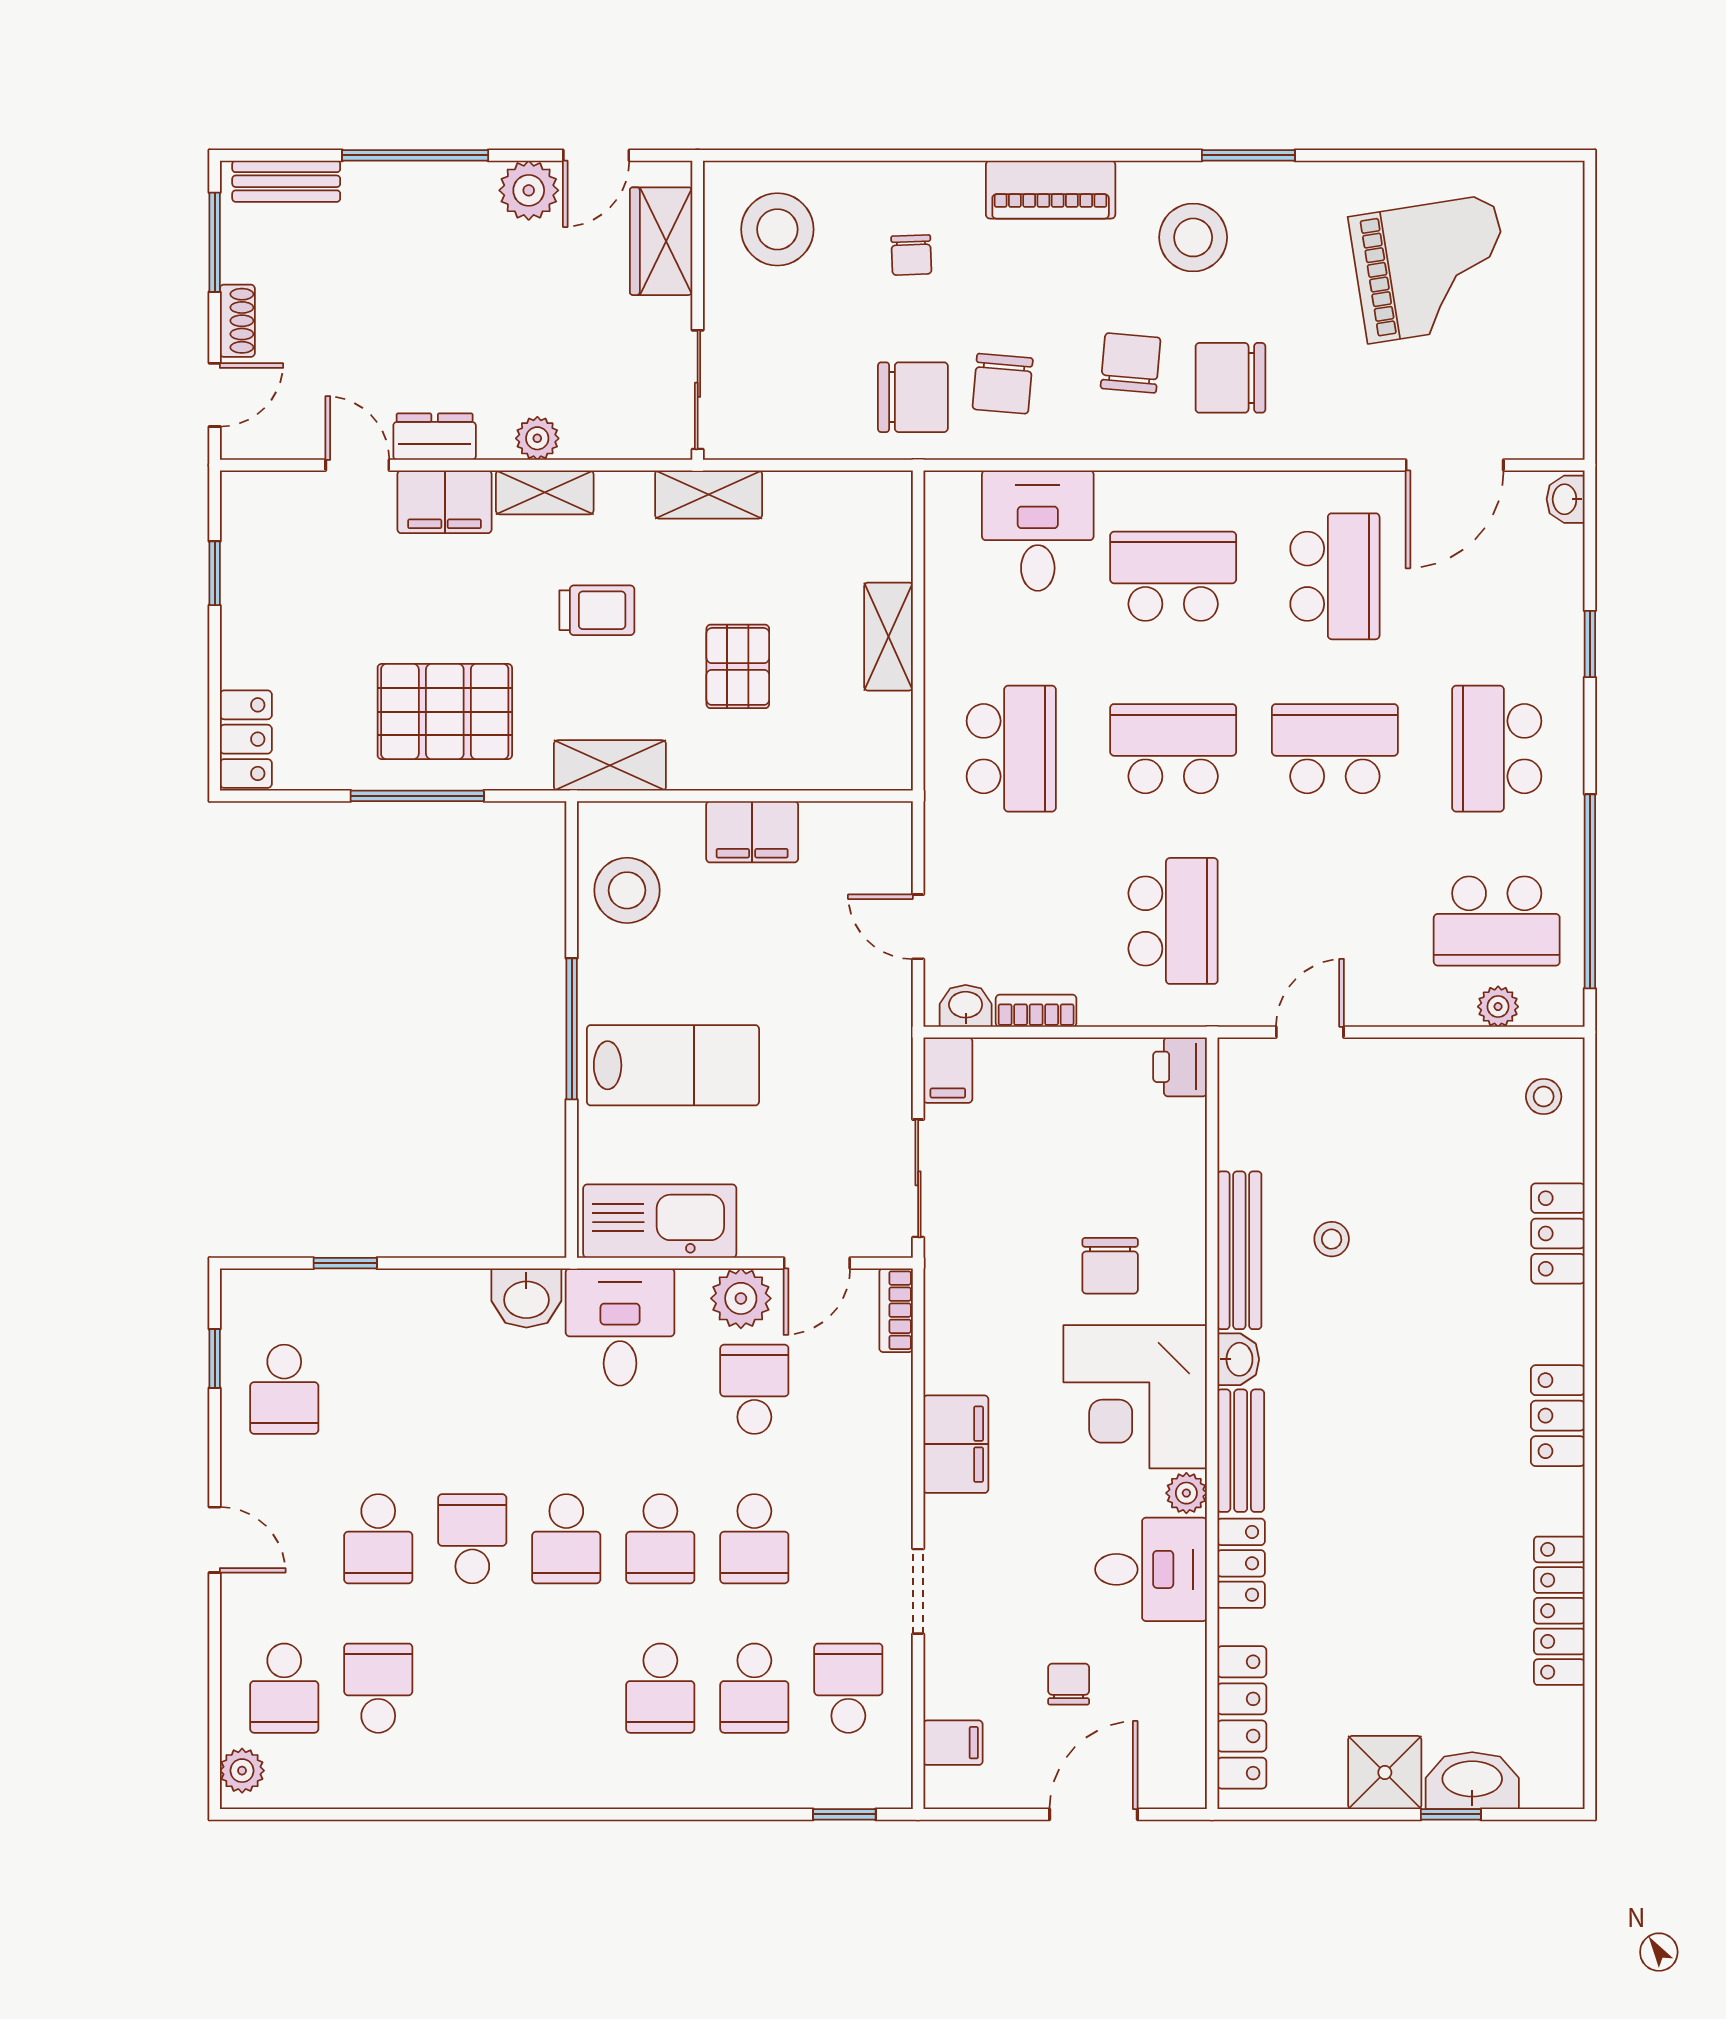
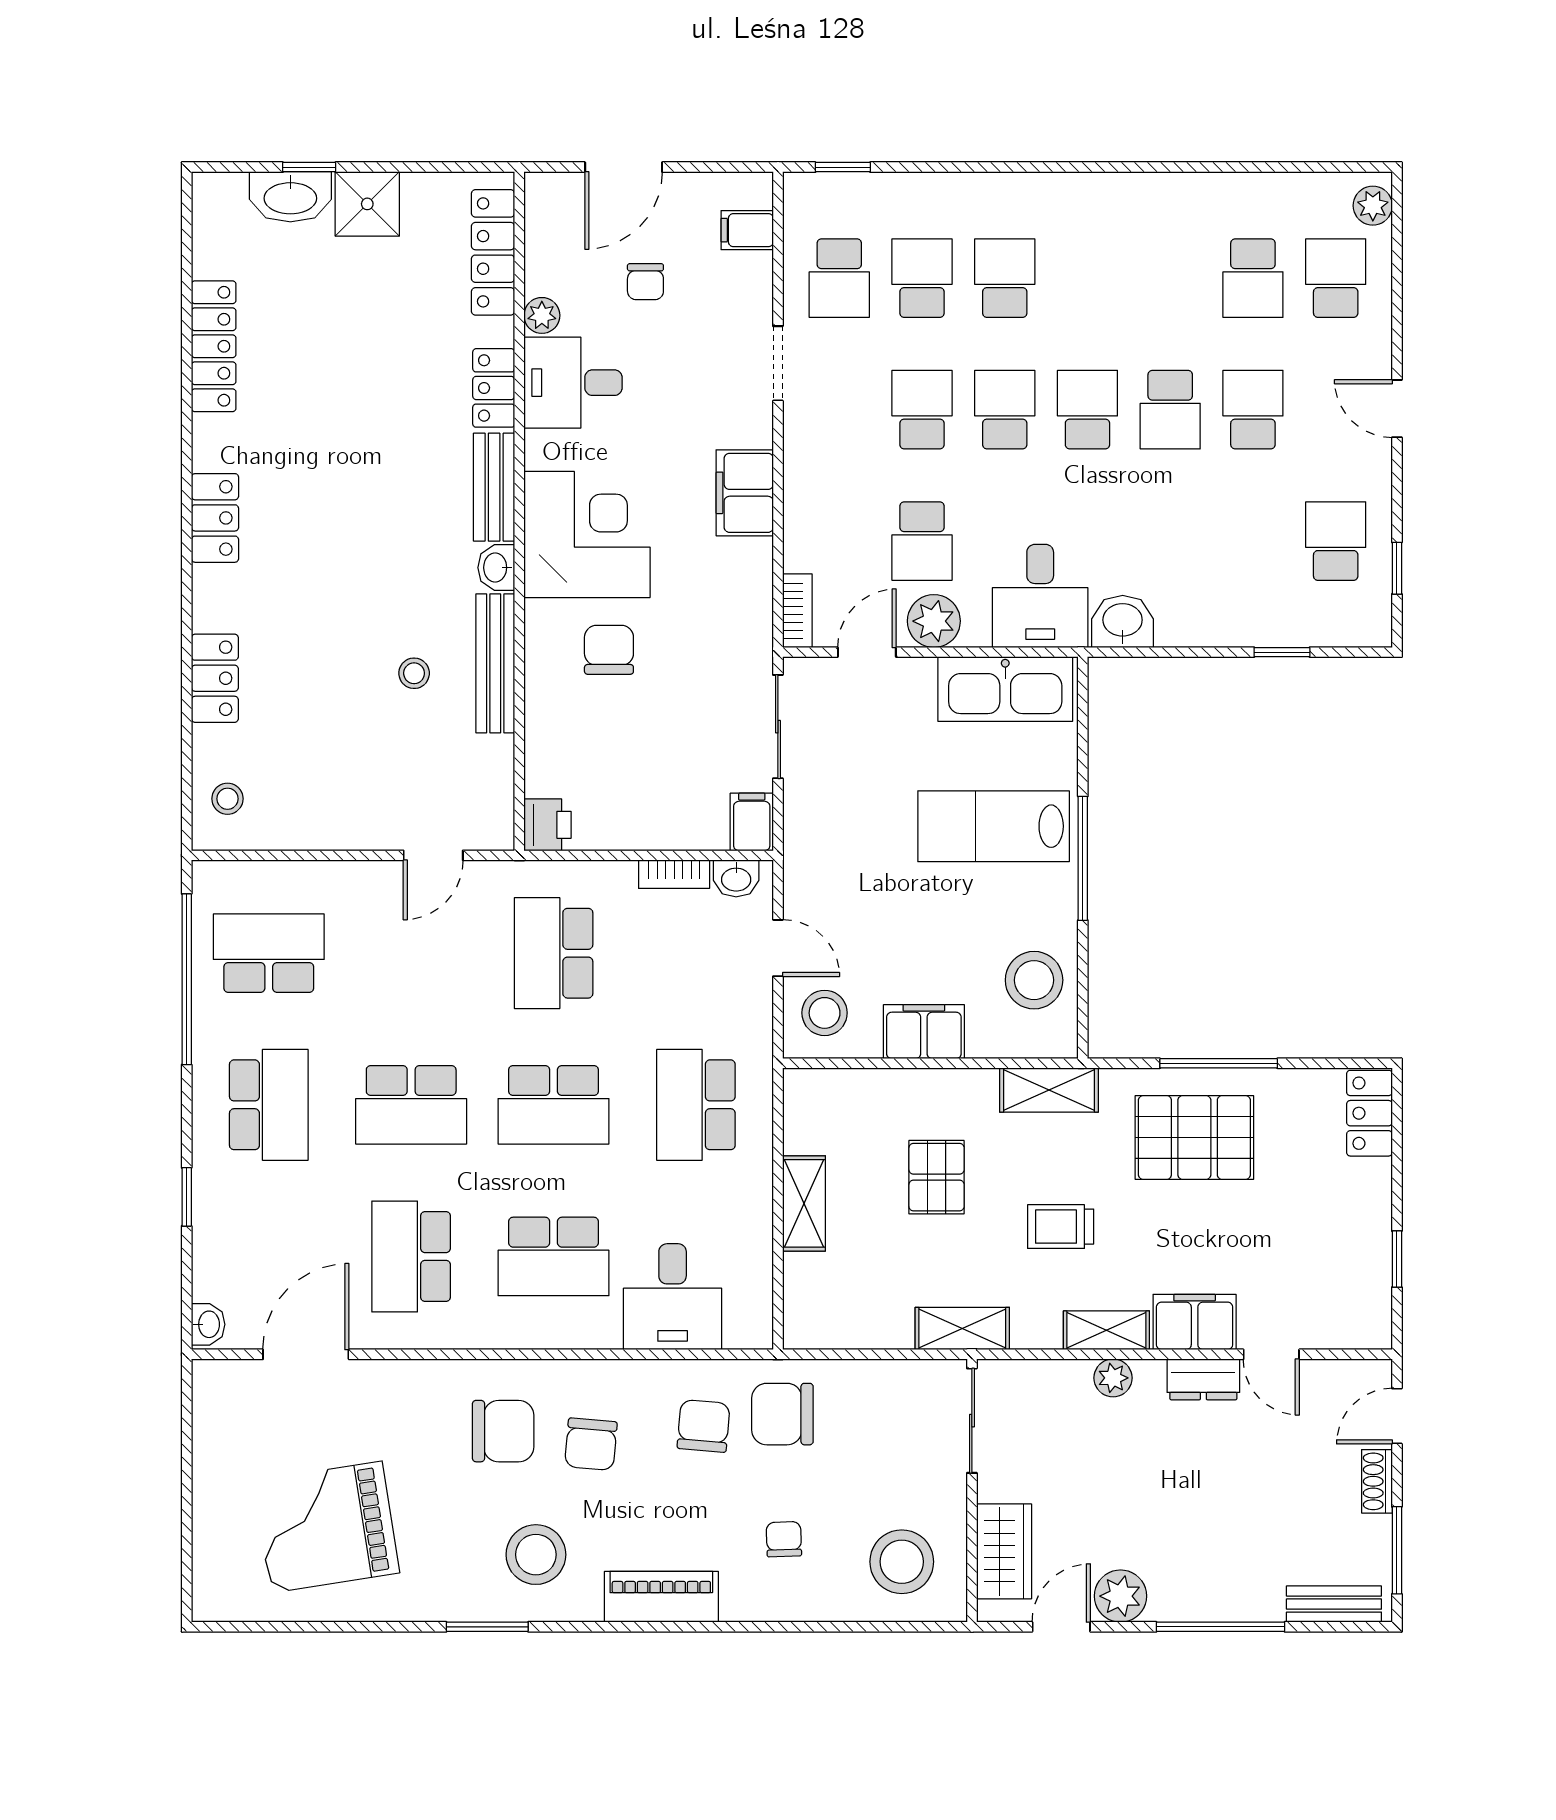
stool: (865, 853) -> (825, 1013), added
plant: (1498, 1007) -> (268, 878), removed
plant: (1186, 1493) -> (542, 315), moved

